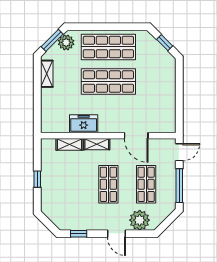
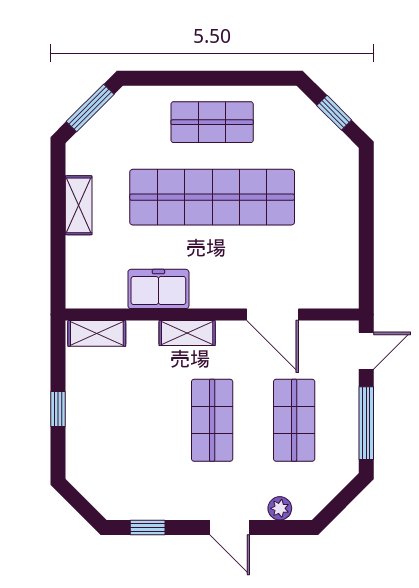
plant: (66, 42) -> (120, 112), removed
shop shelf: (108, 47) -> (212, 122), width x0.70, depth x0.74
shelving: (47, 74) -> (79, 205), moved
shop shelf: (108, 82) -> (212, 197), width x1.40
shelving: (70, 144) -> (97, 333), moved
plant: (140, 220) -> (280, 508), width x0.53, depth x0.53

